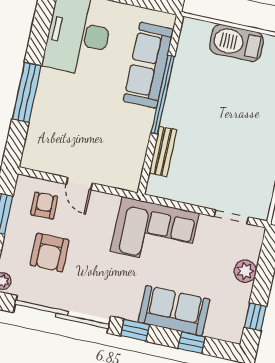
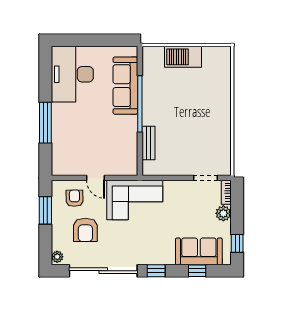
corner sofa: (155, 232) -> (135, 200), moved
bookcase: (256, 243) -> (226, 192), added
sofa: (174, 311) -> (199, 251), moved

